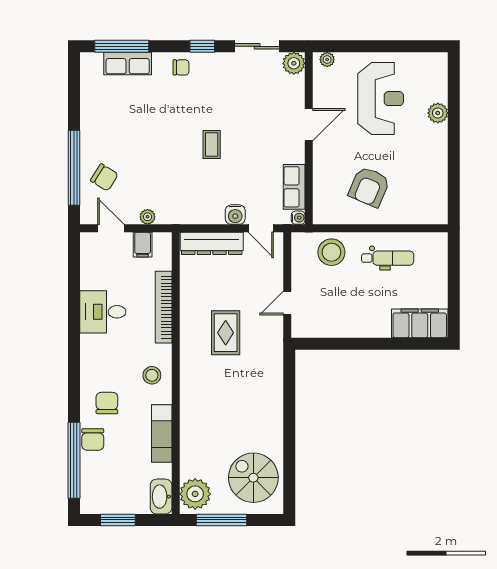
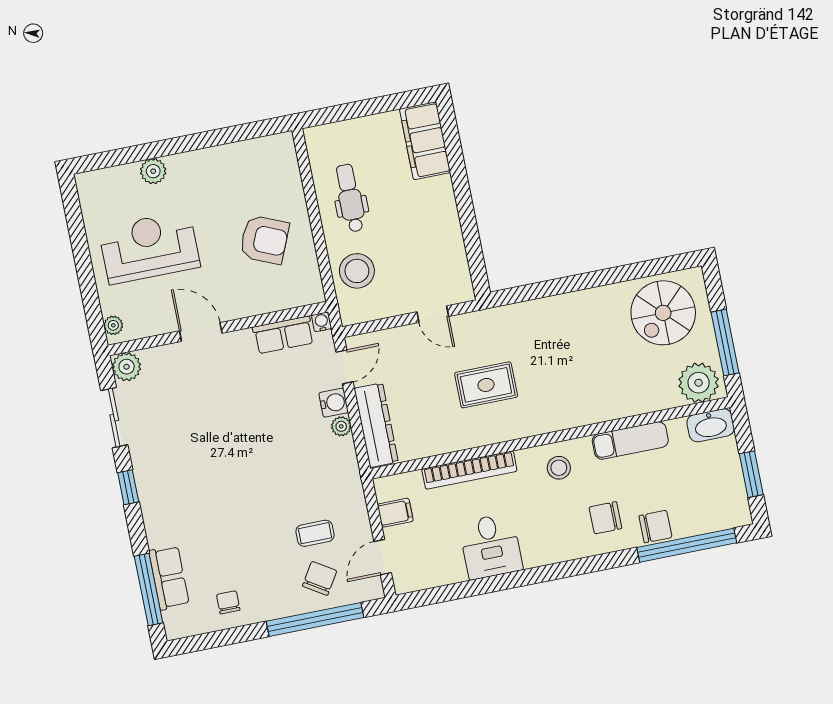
chair: (181, 67) -> (228, 602), moved
coffee table: (212, 144) -> (315, 533), moved
plant: (148, 217) -> (341, 426), moved

